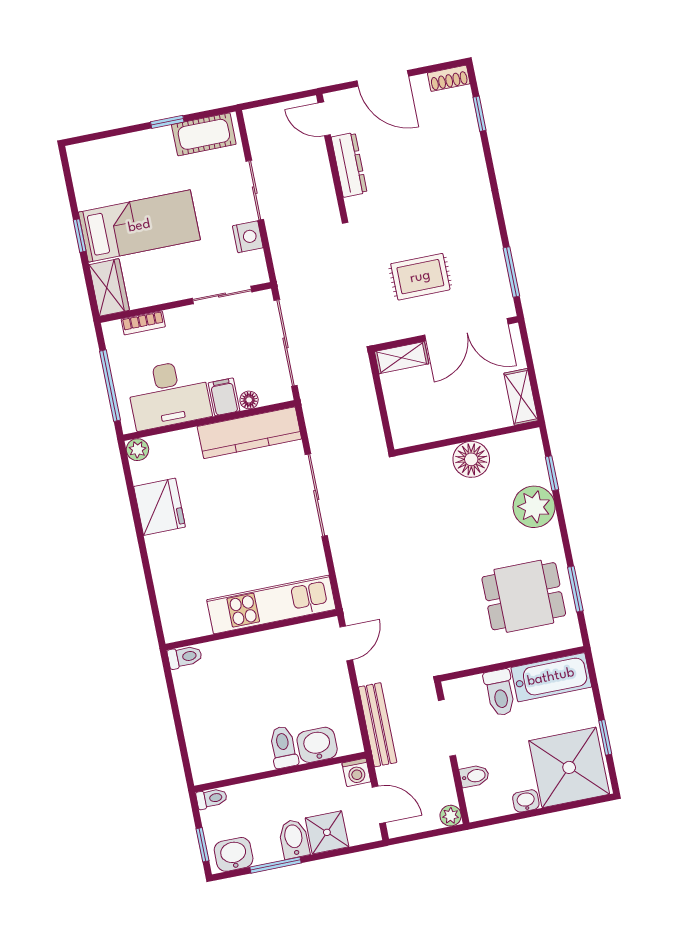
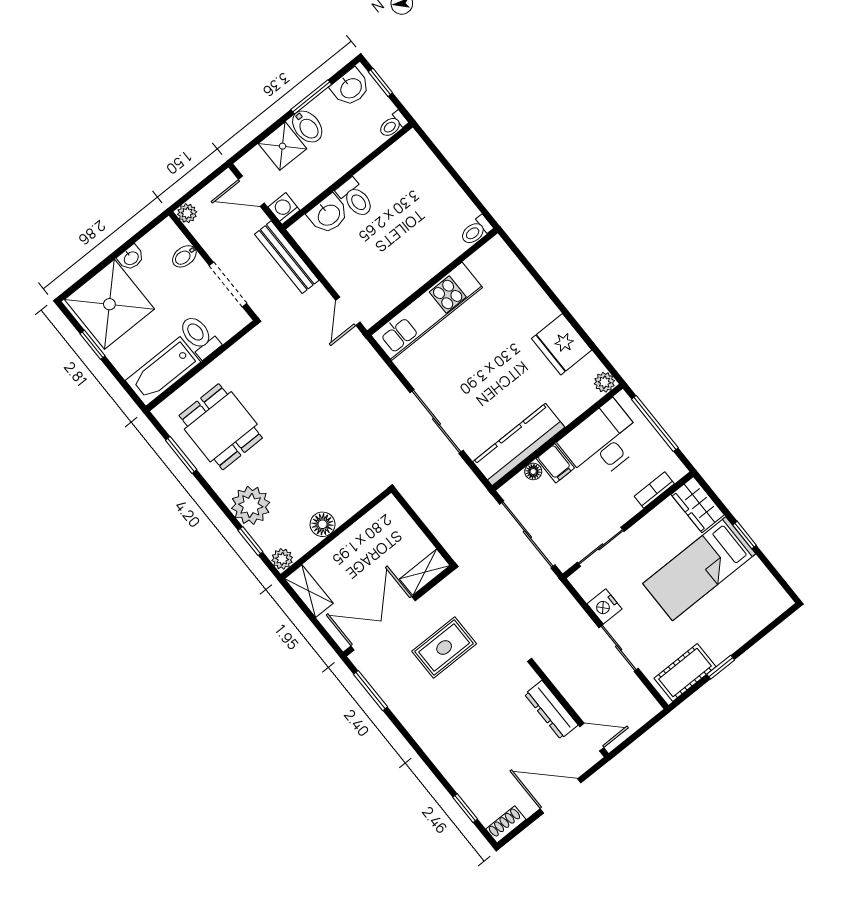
plant: (530, 440) -> (282, 559), added
floor lamp: (471, 459) -> (323, 524), width x0.73, depth x0.73
dining table: (524, 596) -> (221, 427), turned 90

